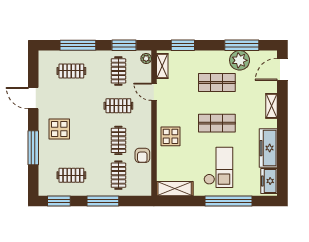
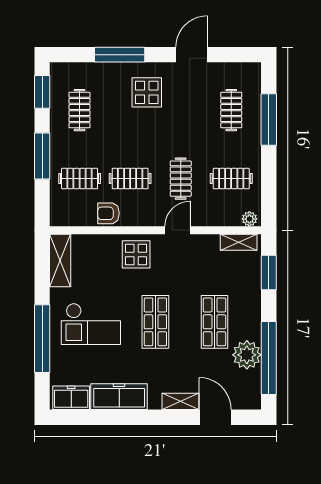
window: (124, 45) -> (269, 187), removed
window: (242, 45) -> (269, 358), width x1.46
door: (282, 69) -> (215, 417), moved
door: (154, 92) -> (178, 230), moved

